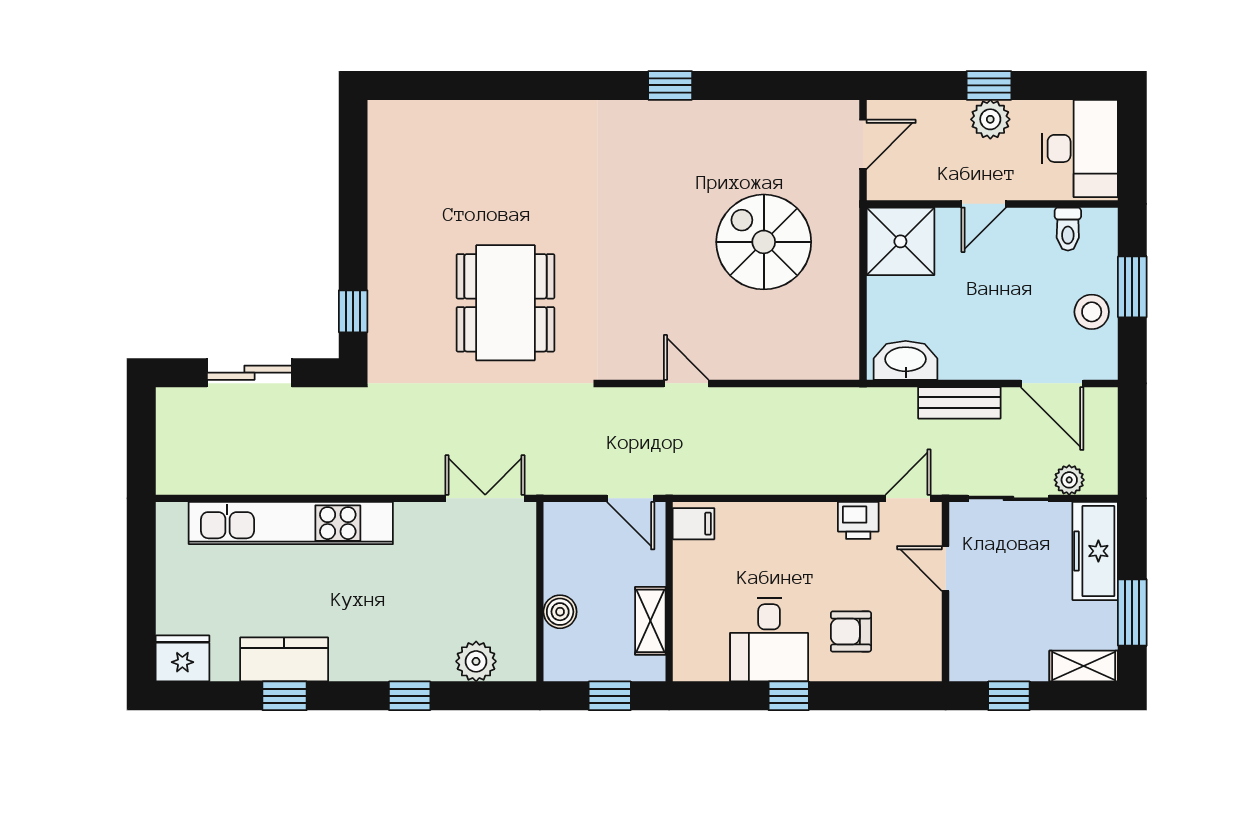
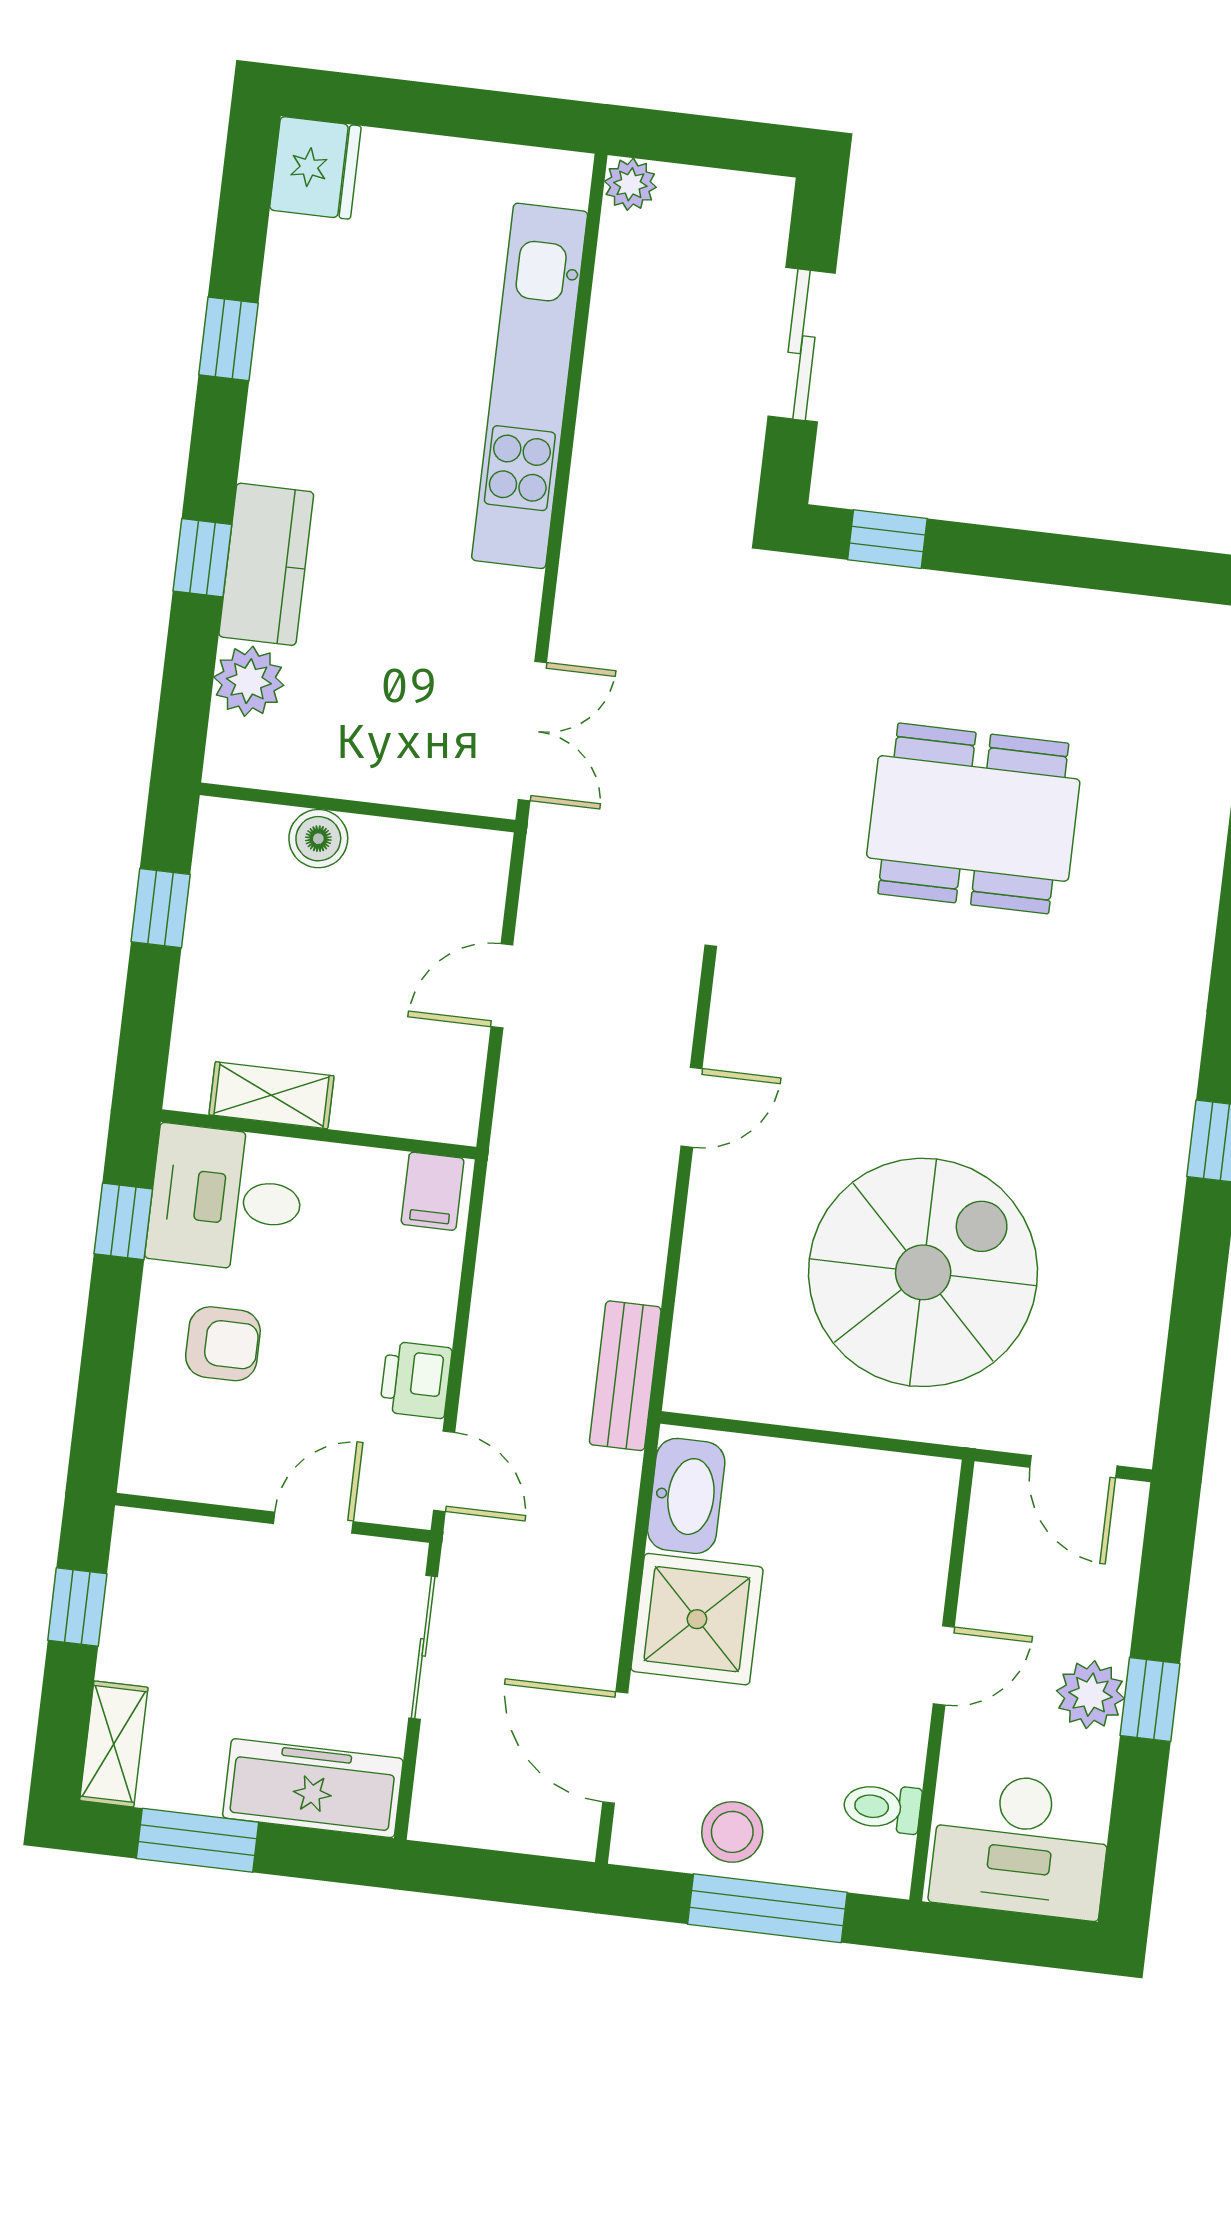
door: (984, 204) -> (944, 1665), swing flipped
shower: (900, 241) -> (697, 1619), moved
spiral stairs: (764, 242) -> (923, 1272), width x1.37, depth x1.37
window: (1132, 287) -> (767, 1908), width x1.44
dining table: (505, 303) -> (973, 818), moved
door: (1052, 383) -> (615, 1748), hinge flipped
bench: (959, 403) -> (625, 1376), moved
plant: (1069, 480) -> (630, 184), moved
filing cabinet: (693, 524) -> (433, 1191), moved
wall: (669, 592) -> (319, 1134), moved
shelving: (650, 621) -> (271, 1095), moved
armchair: (851, 632) -> (223, 1344), turned 90
kitchen counter: (284, 659) -> (266, 564), moved

